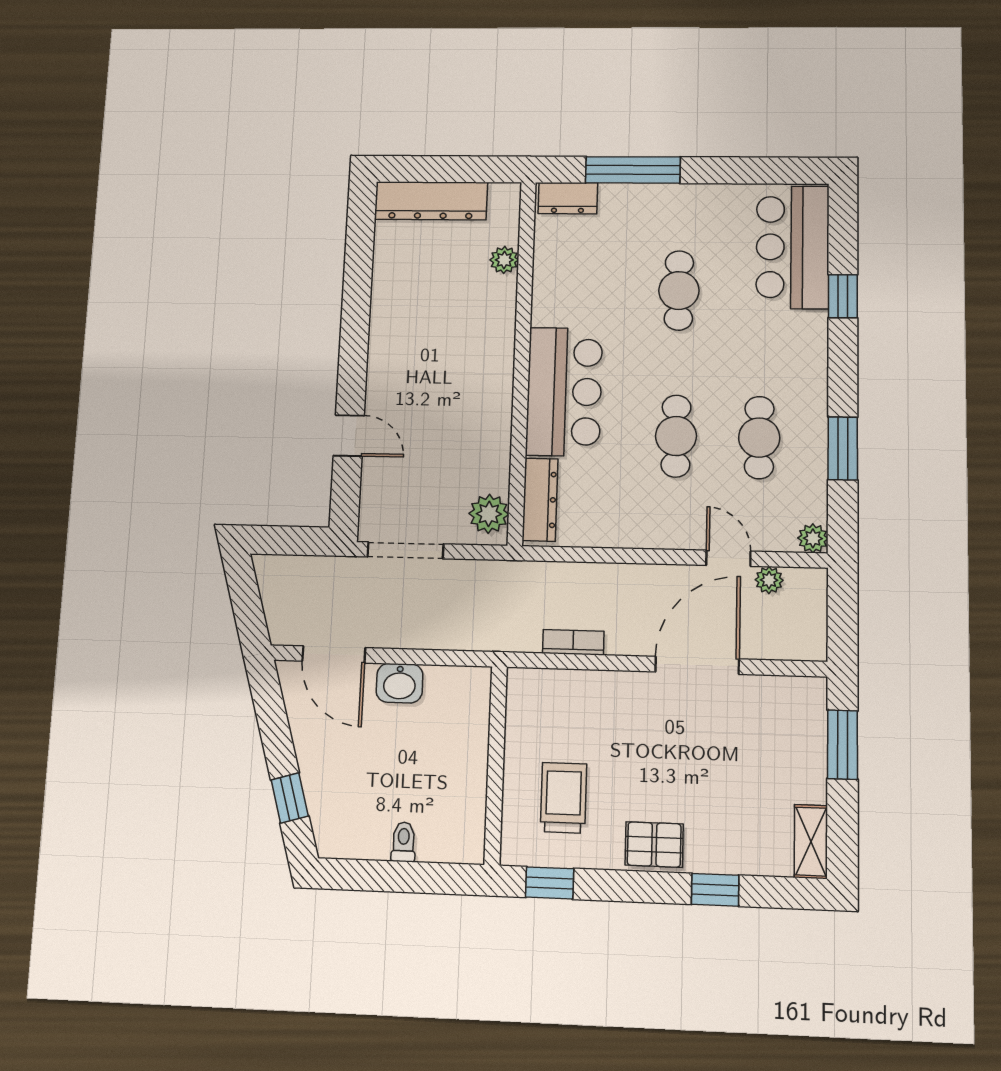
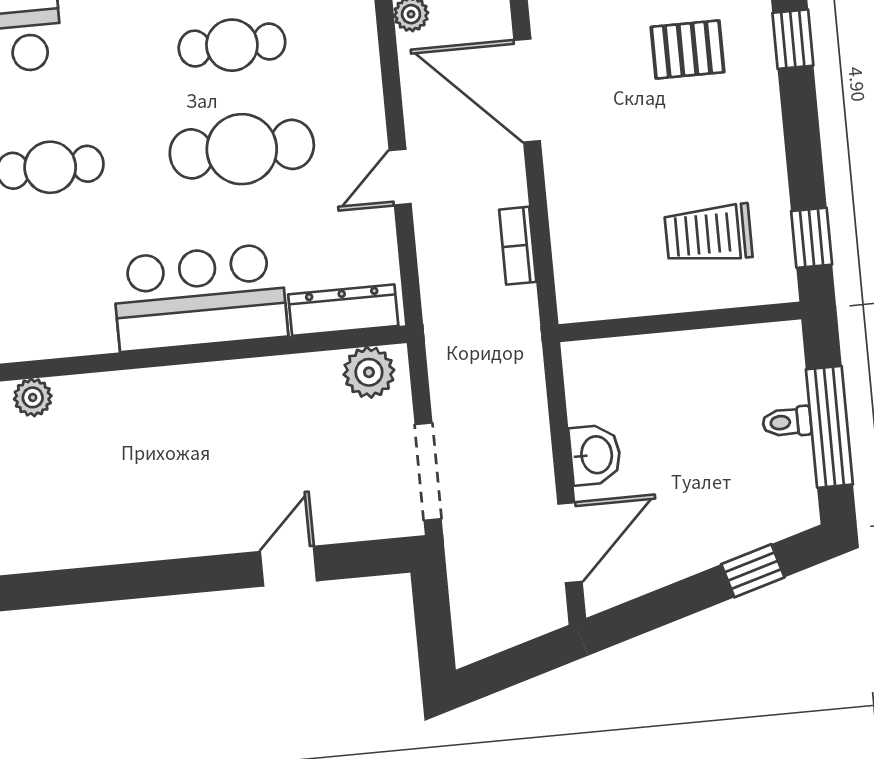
cafe table: (676, 436) -> (242, 149), width x1.37, depth x1.35
door: (728, 558) -> (400, 177), moved
pallet: (654, 845) -> (688, 49), moved, turned 90
window: (395, 877) -> (829, 427), added

